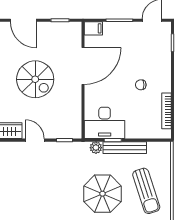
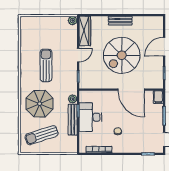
spiral stairs: (35, 79) -> (122, 55), width x1.37, depth x1.37
desk: (105, 123) -> (90, 117), moved
sun lounger: (49, 185) -> (46, 65), added

